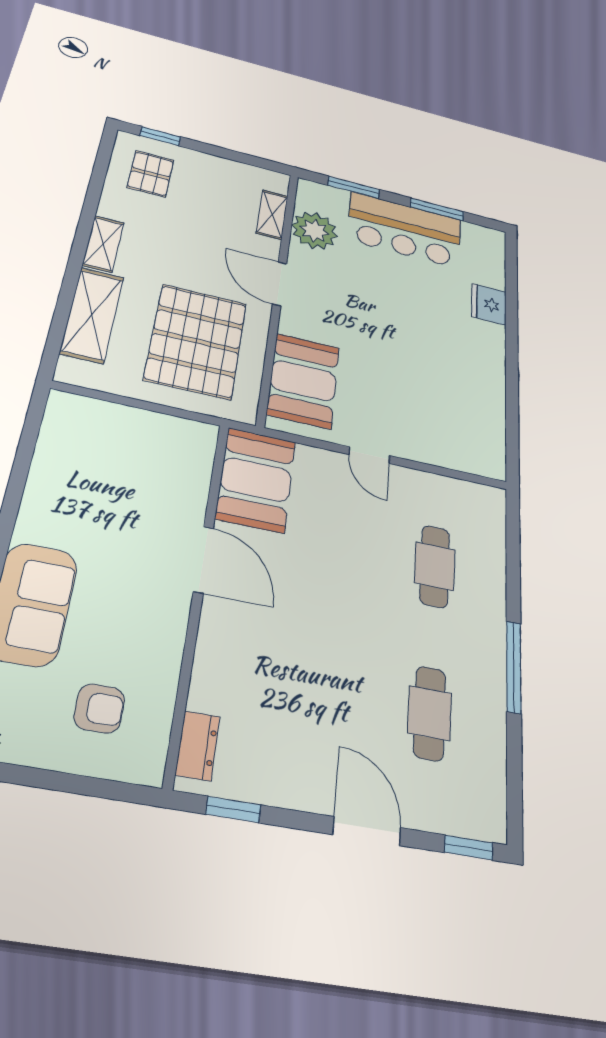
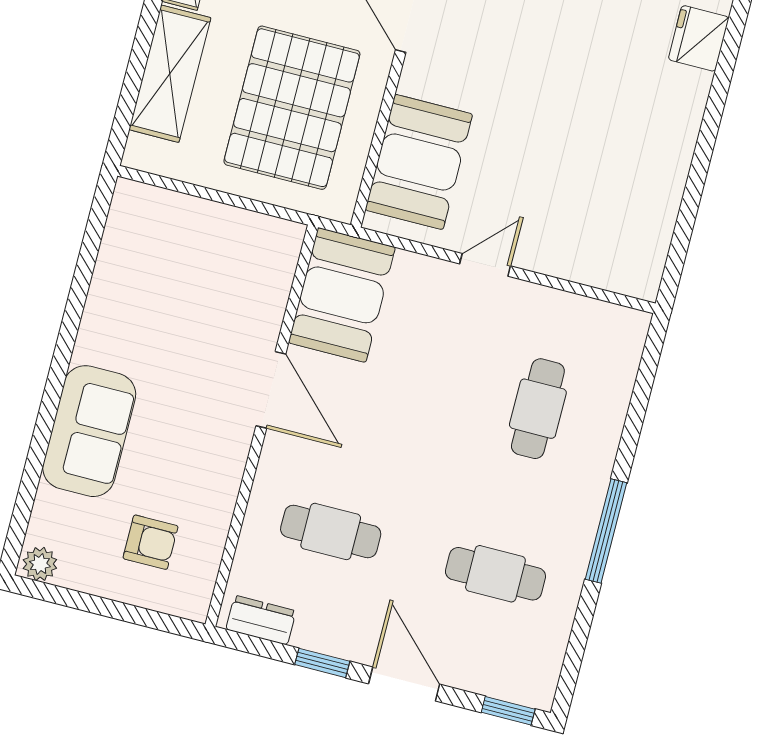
door: (369, 455) -> (485, 265), swing flipped
cafe table: (275, 685) -> (331, 531), added
cafe table: (430, 713) -> (495, 574), turned 90
dresser: (198, 746) -> (261, 620), moved, turned -90
window: (233, 810) -> (322, 663), moved

